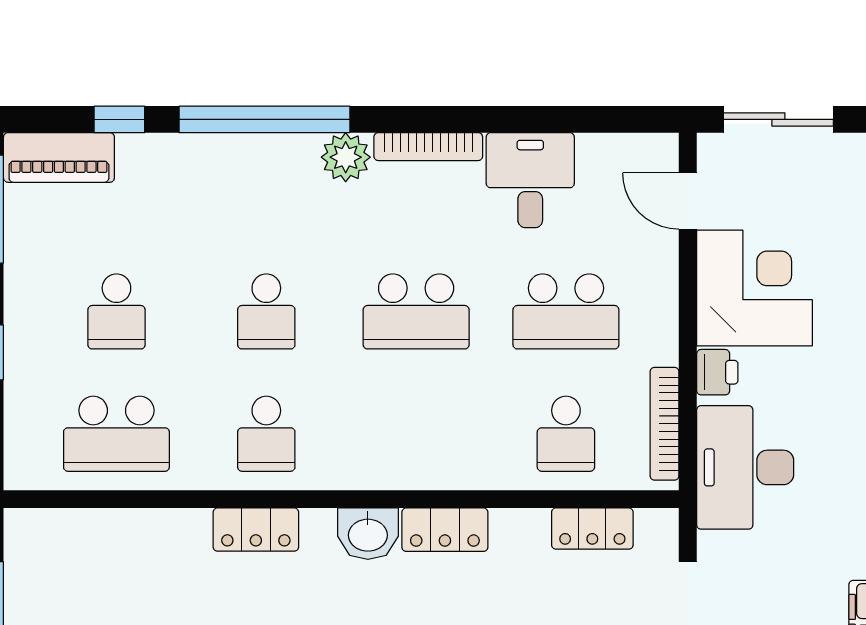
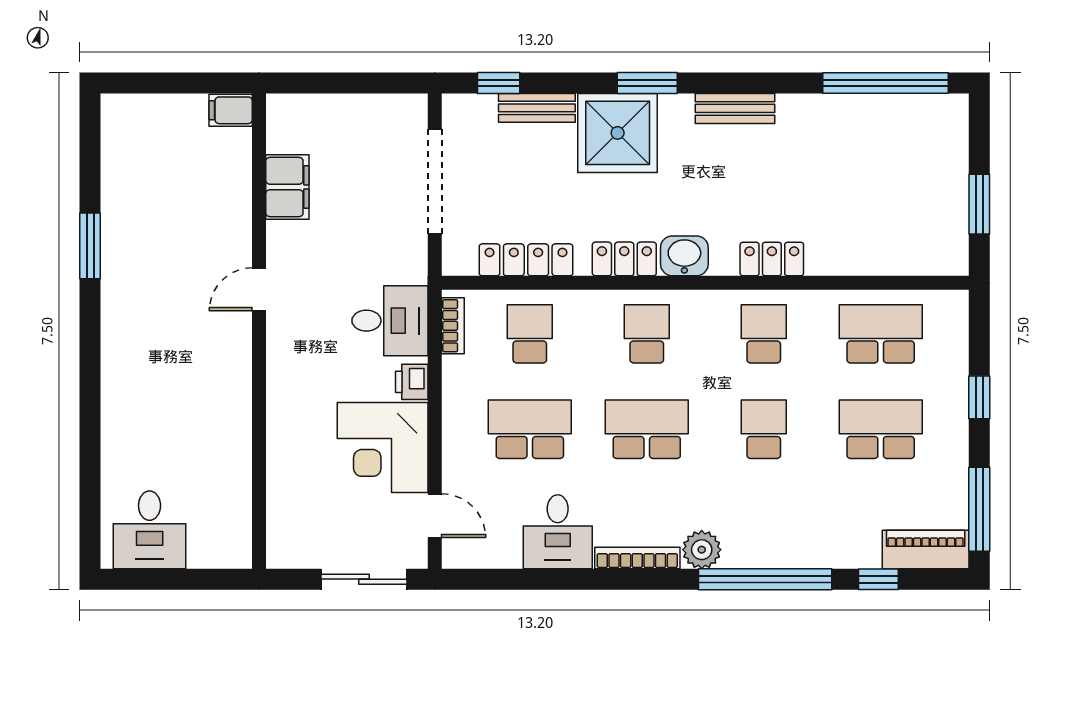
school desk: (116, 311) -> (881, 429), width x1.85
bookcase: (664, 424) -> (453, 326), width x0.64
school desk: (416, 434) -> (647, 334), added
desk: (745, 467) -> (390, 321), width x0.73
locker: (592, 529) -> (526, 260), width x1.53

